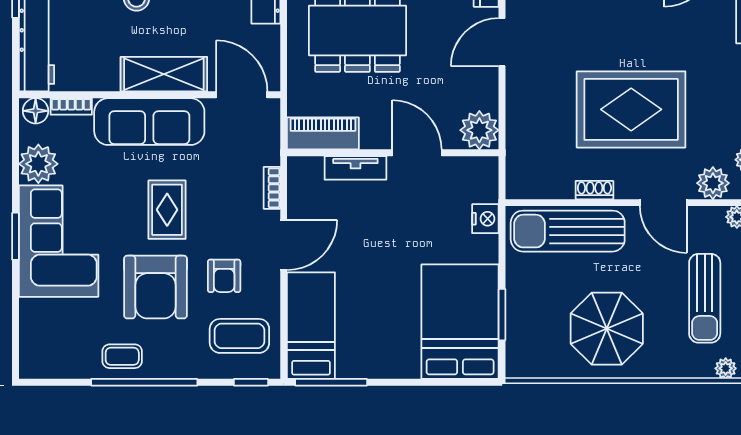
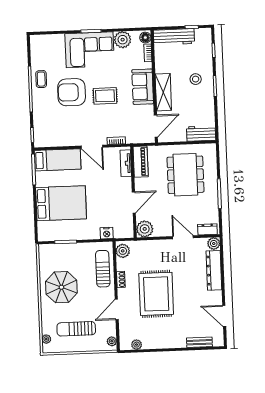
sofa: (149, 122) -> (143, 87), width x0.73
tv unit: (355, 168) -> (126, 163), moved
plant: (713, 183) -> (123, 251), moved
sun lounger: (568, 231) -> (103, 269), width x0.73, depth x0.75
armchair: (224, 276) -> (78, 122), removed
bed: (460, 322) -> (61, 203), moved
coffee table: (239, 336) -> (52, 129), removed

